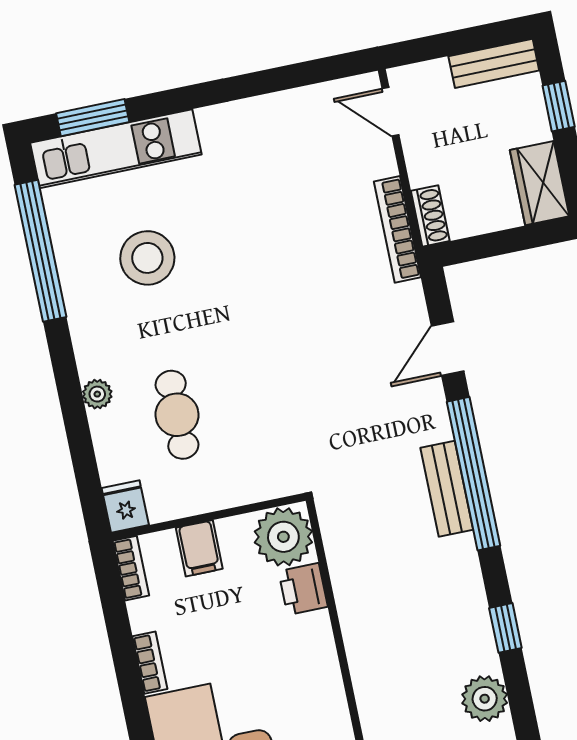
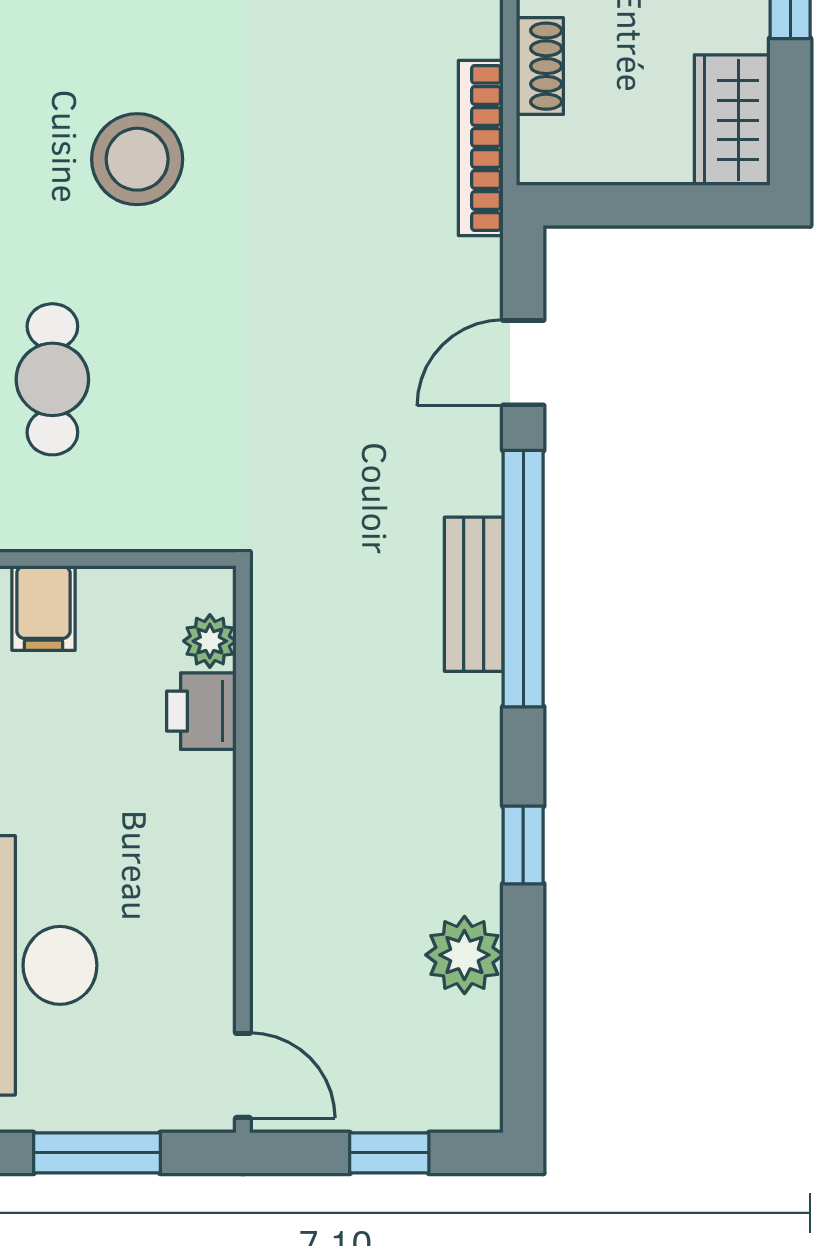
shoe rack: (430, 216) -> (540, 66), moved
stool: (147, 258) -> (137, 159), moved
plant: (283, 537) -> (210, 641), width x0.53, depth x0.53

